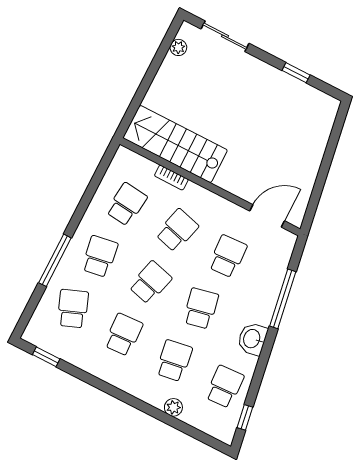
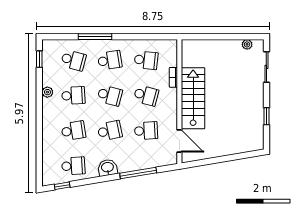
stairs: (175, 144) -> (193, 98), moved
school desk: (73, 309) -> (73, 60), turned 36
plant: (173, 407) -> (47, 92), moved

